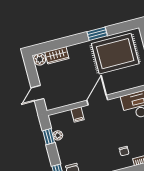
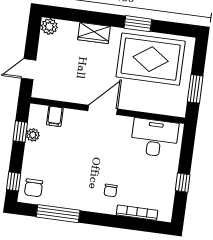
wardrobe: (57, 55) -> (94, 33), moved
filing cabinet: (78, 115) -> (55, 116), moved

